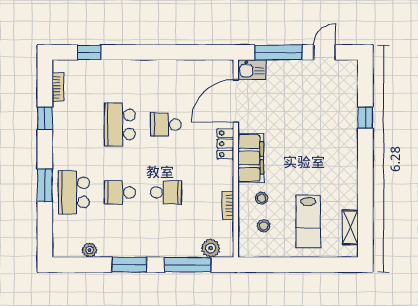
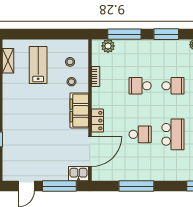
window: (171, 52) -> (136, 186), added

